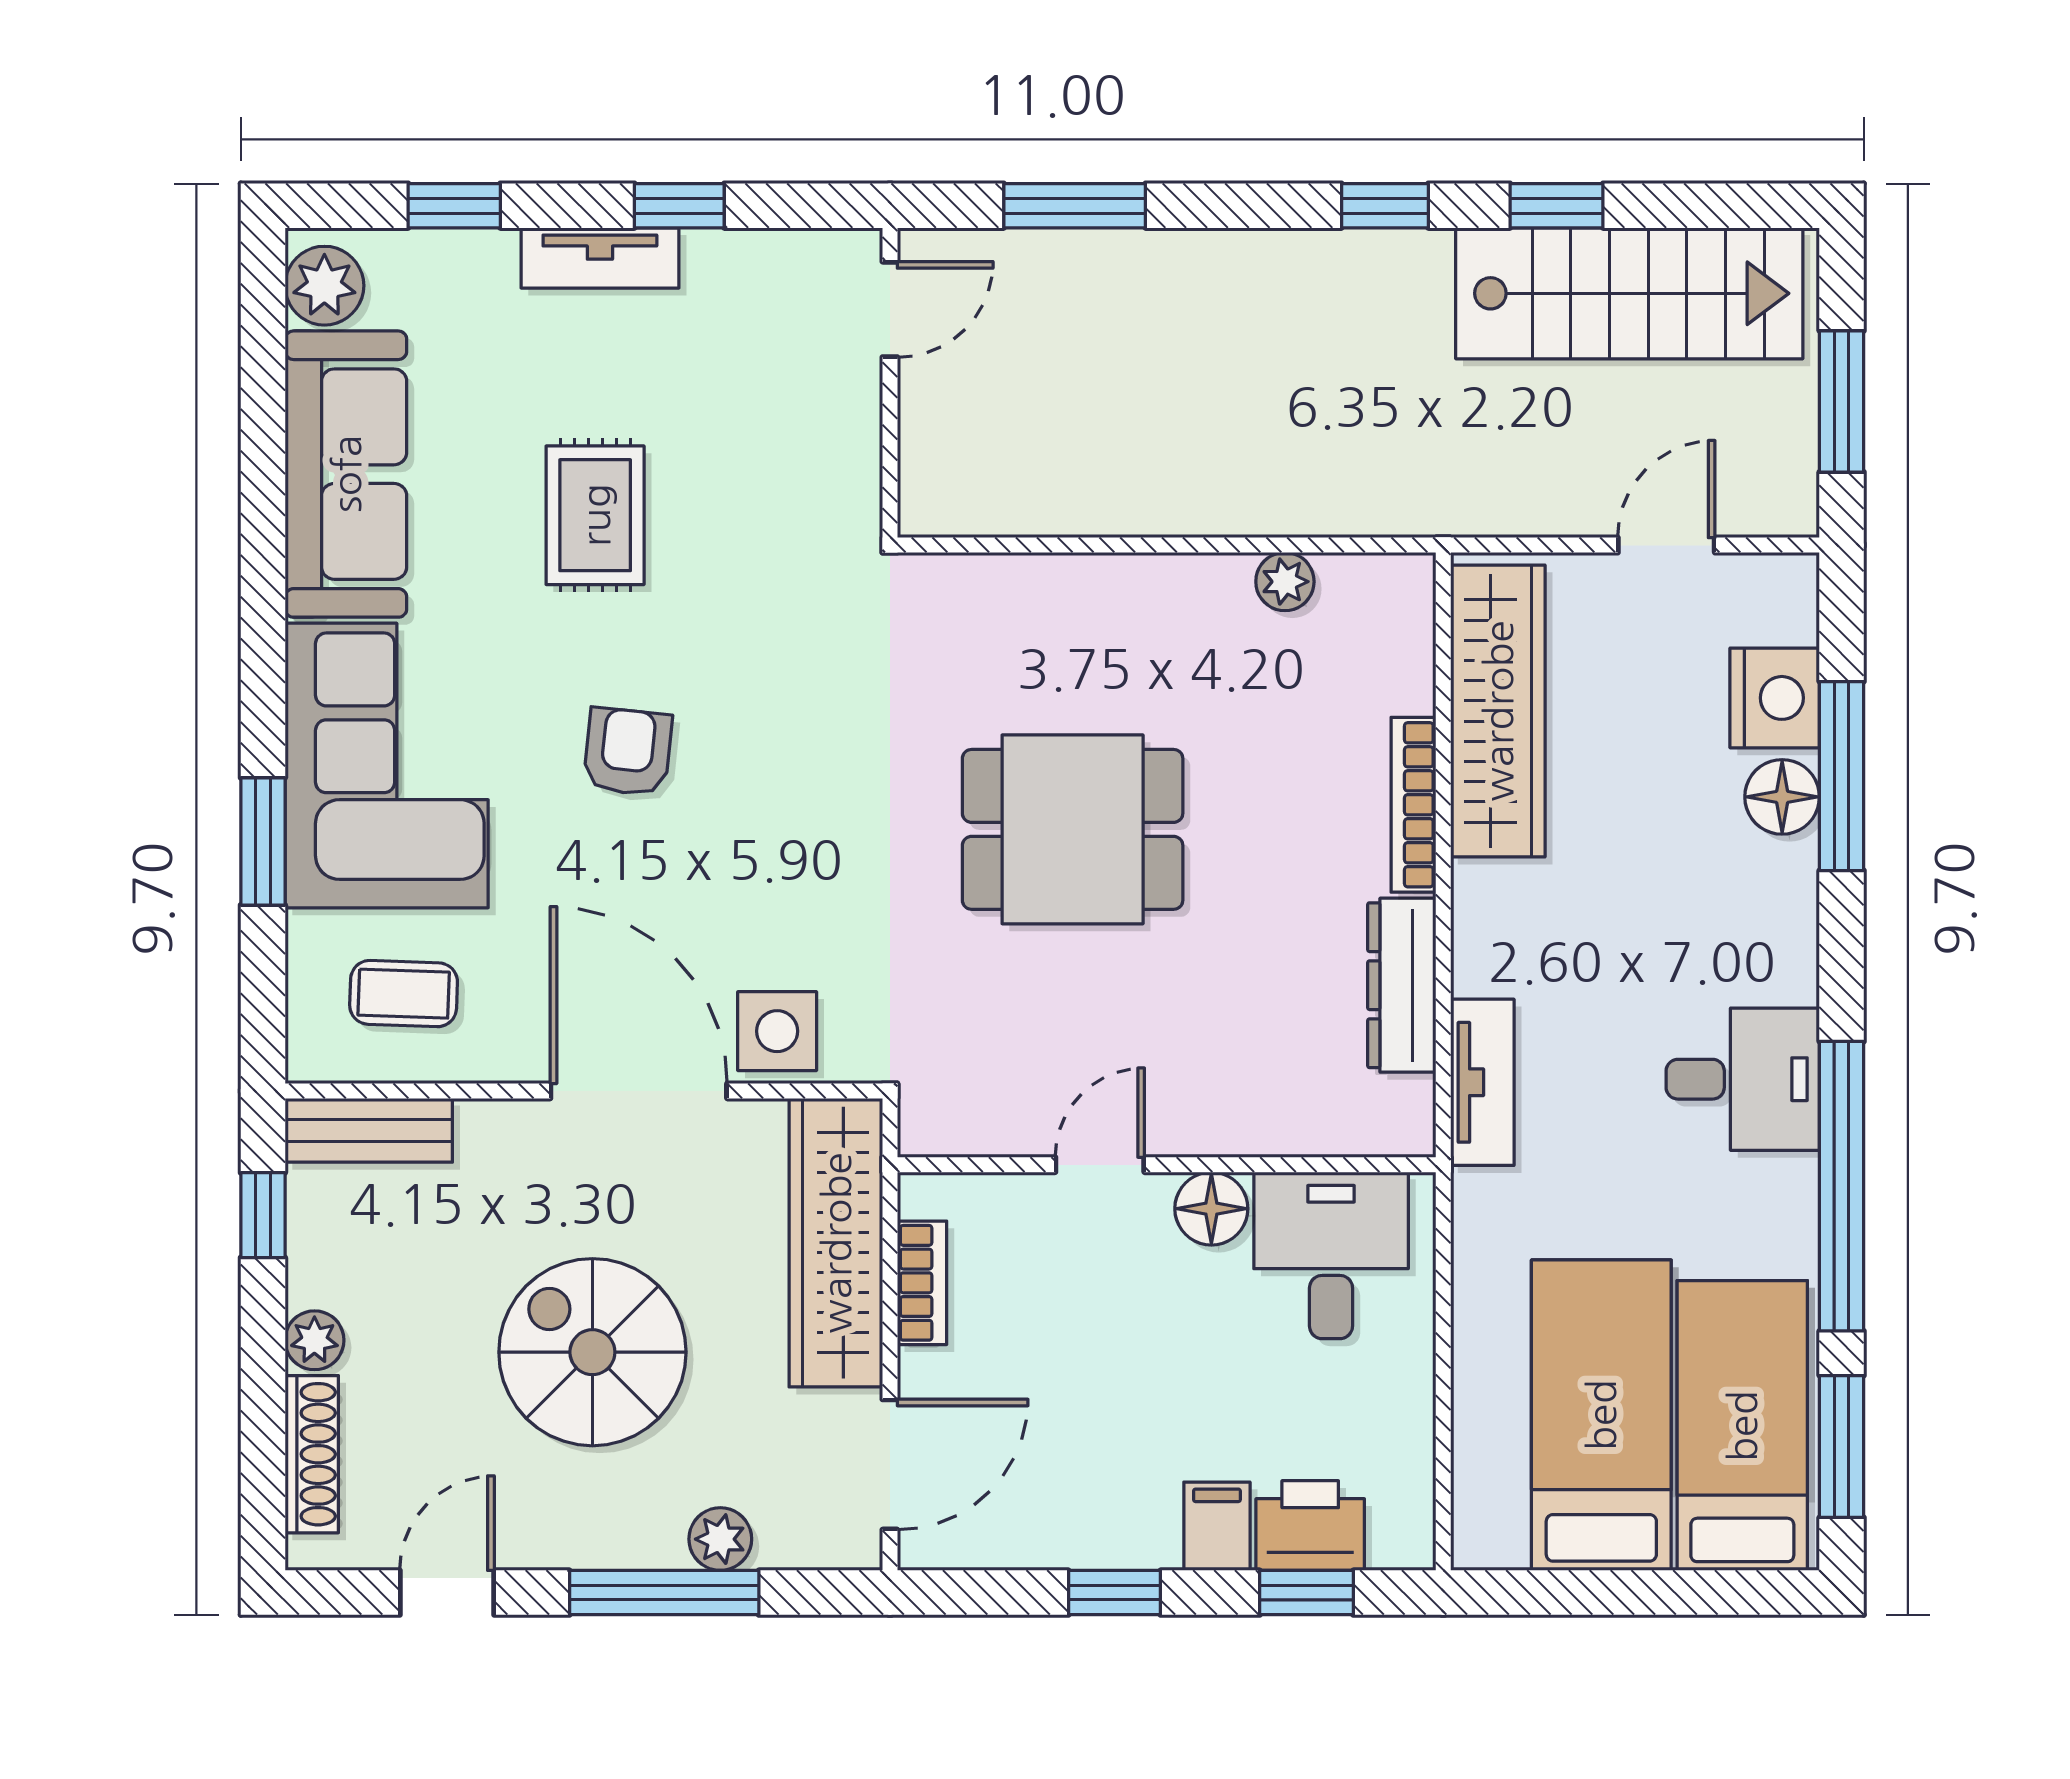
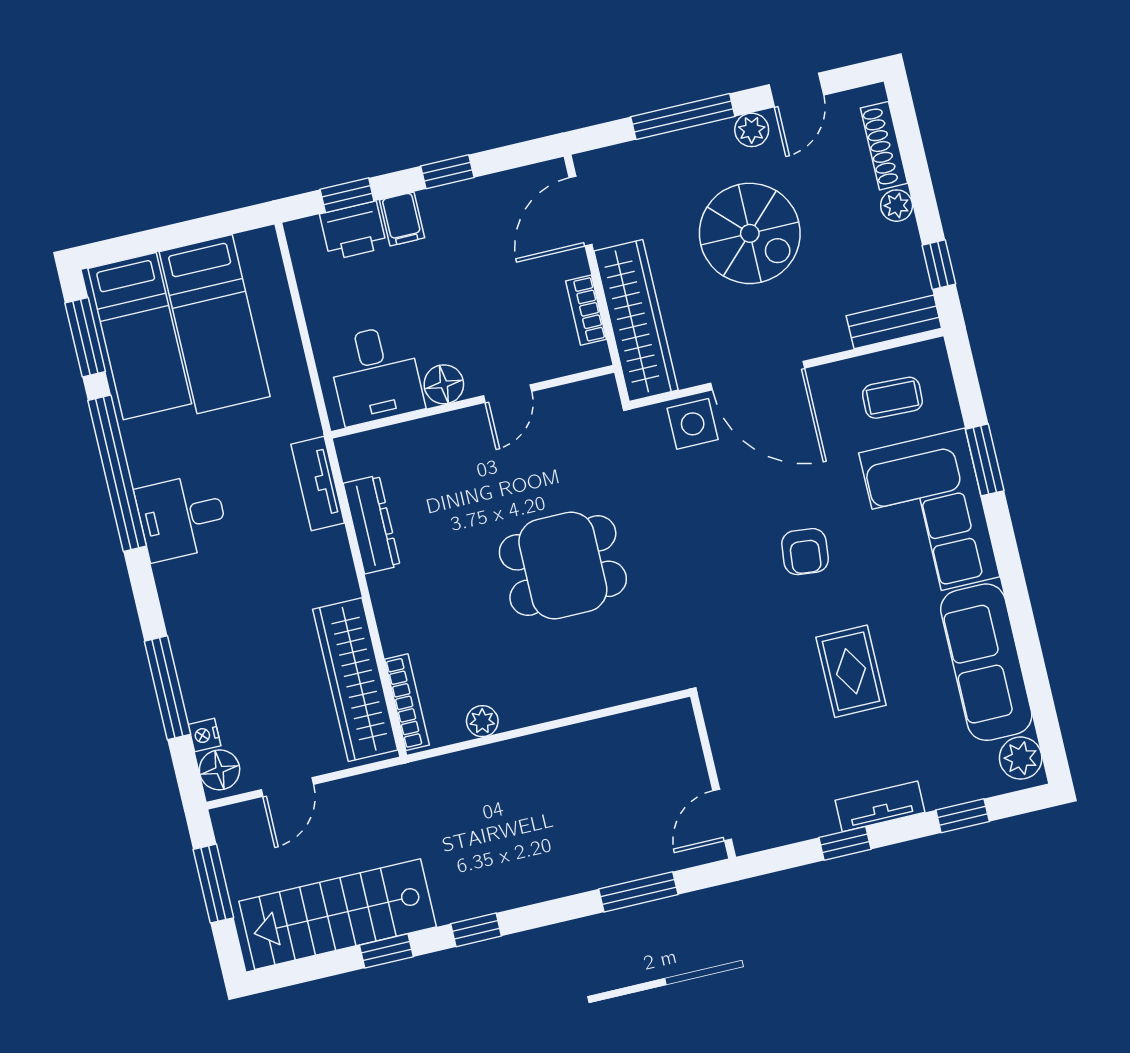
nightstand: (1775, 698) -> (204, 735), width x0.53, depth x0.56
floor lamp: (1782, 797) -> (220, 770), moved
bookcase: (1413, 805) -> (407, 702), moved
plant: (720, 1539) -> (752, 130), moved

